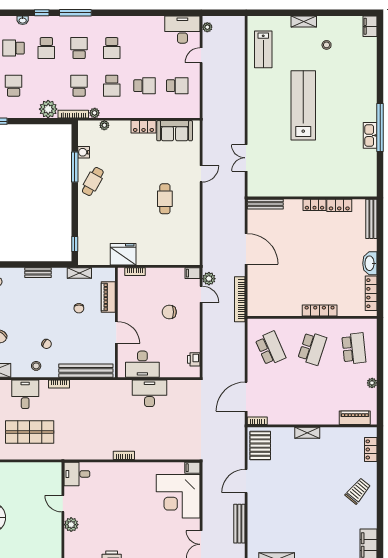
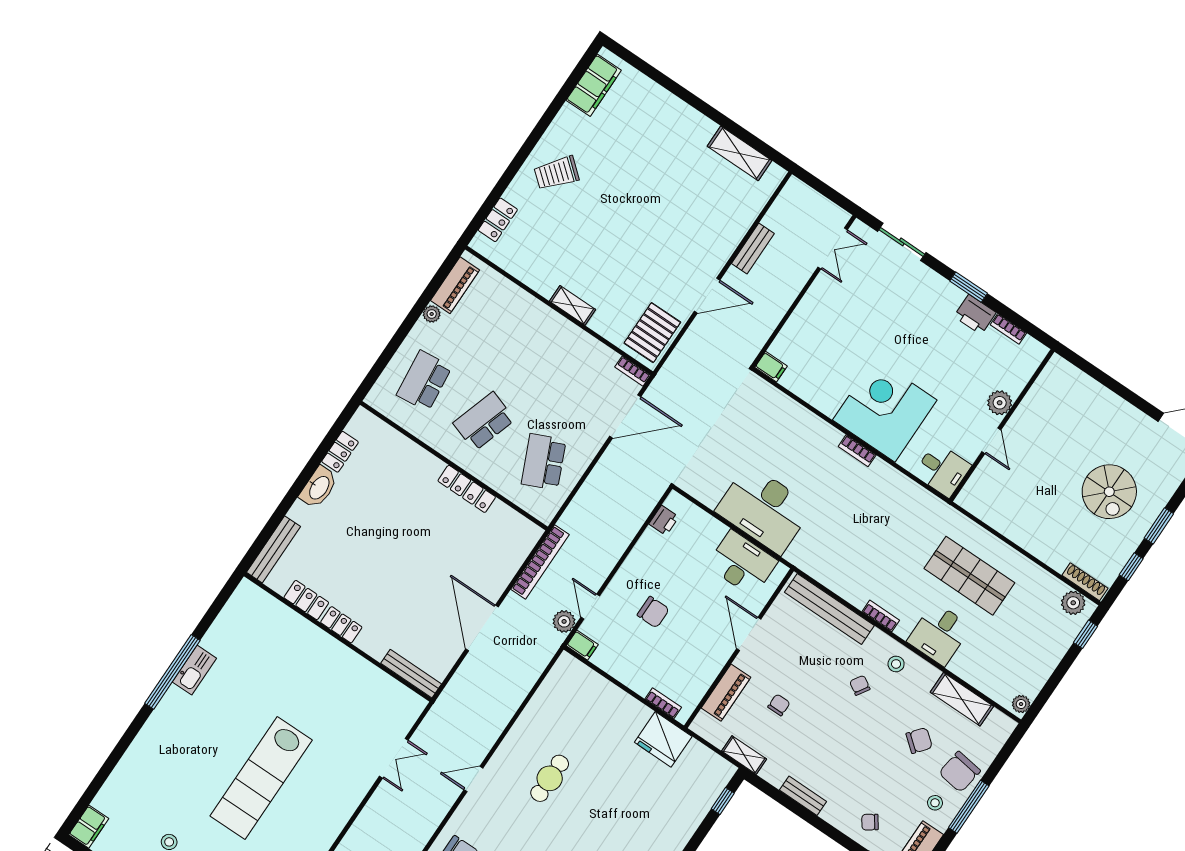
locker: (371, 293) -> (340, 452), width x0.66
locker: (320, 311) -> (467, 489), moved
desk: (149, 393) -> (764, 509), width x1.36, depth x1.30
piano: (355, 418) -> (455, 285), moved, turned -90
corner desk: (178, 496) -> (885, 410), moved, turned -90
bench: (239, 524) -> (753, 248), width x0.73

